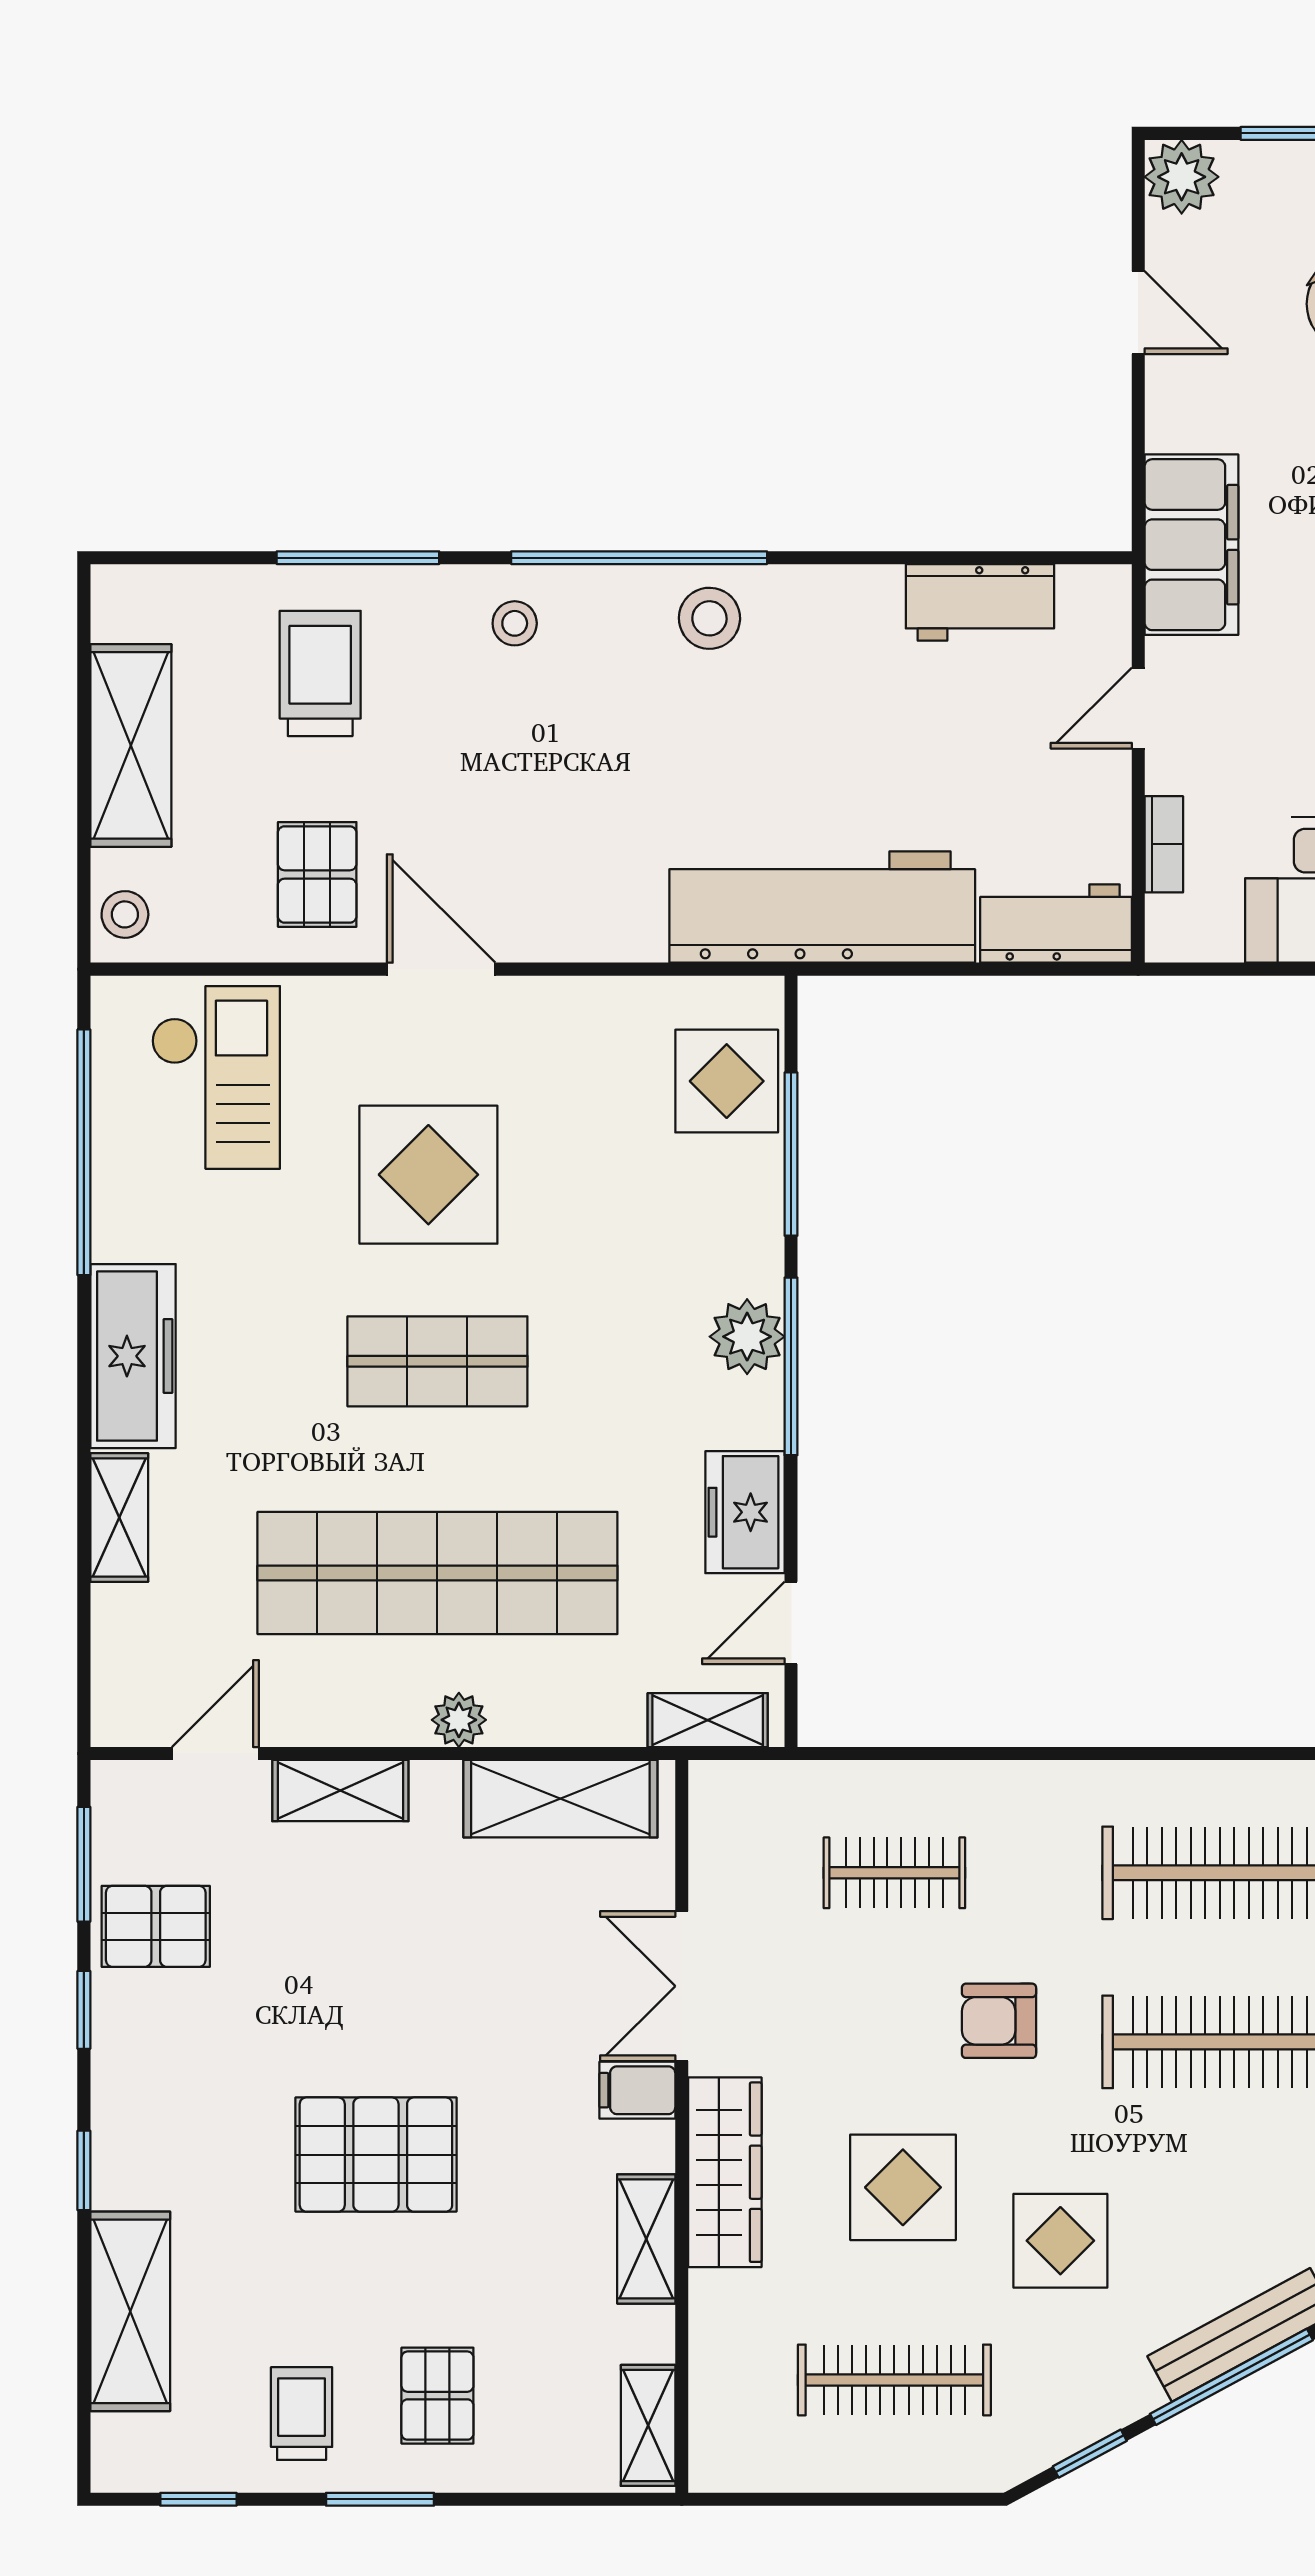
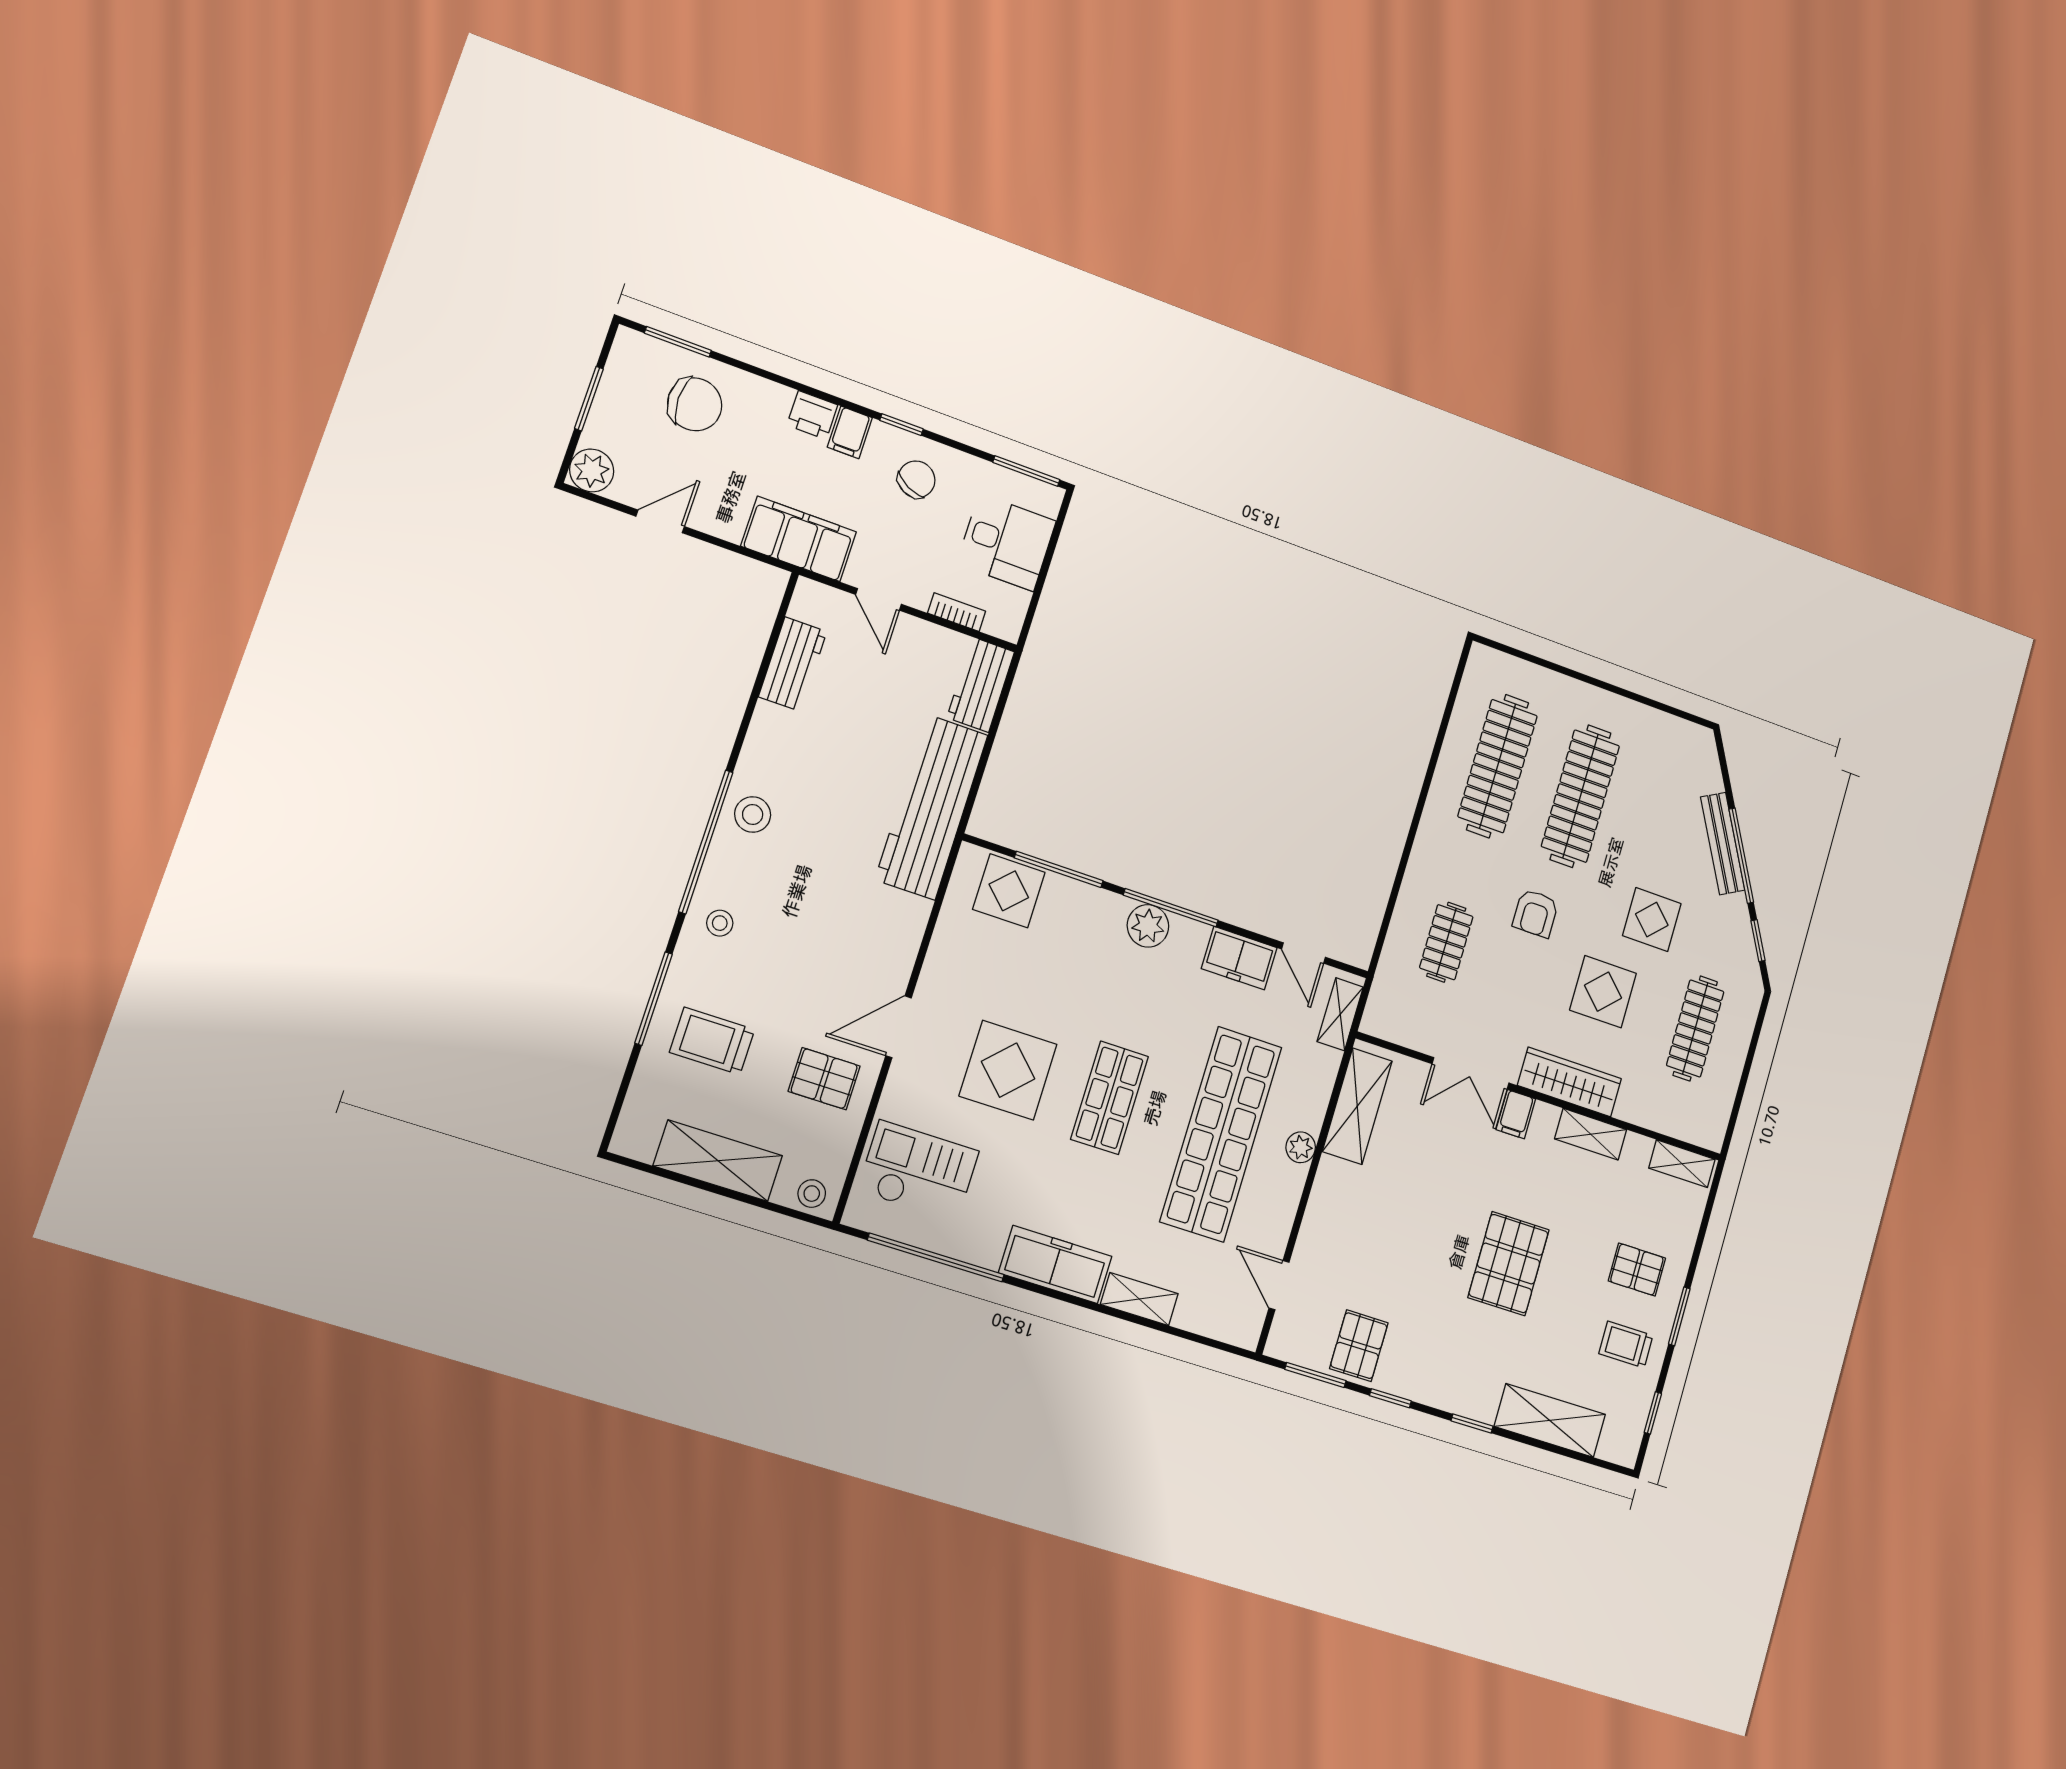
shelving: (340, 1791) -> (1318, 1223), removed

